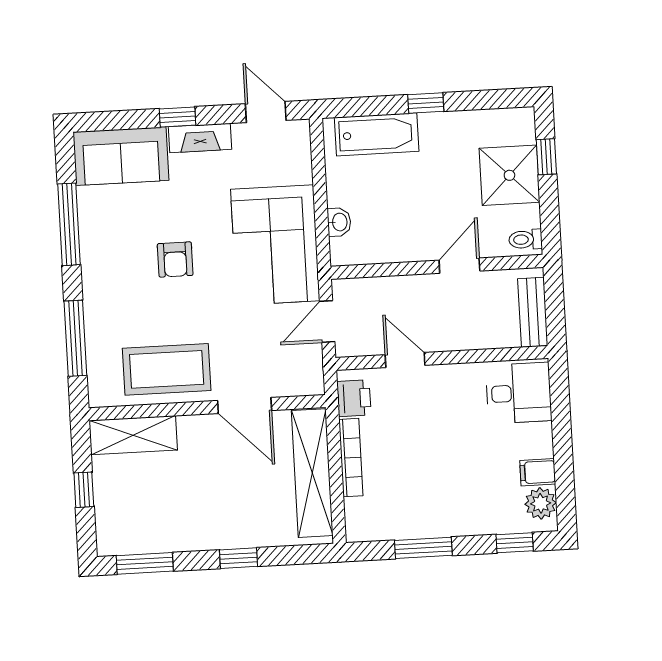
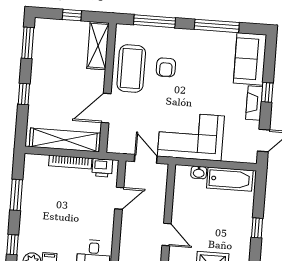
bathtub: (377, 134) -> (230, 179), moved, turned -90
armchair: (175, 259) -> (166, 67), moved, turned -90

